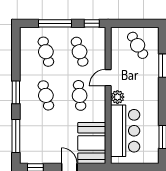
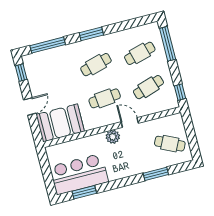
window: (55, 23) -> (168, 44), moved
cafe table: (138, 45) -> (170, 144), turned 57
bar counter: (125, 131) -> (79, 174), moved, turned 180

